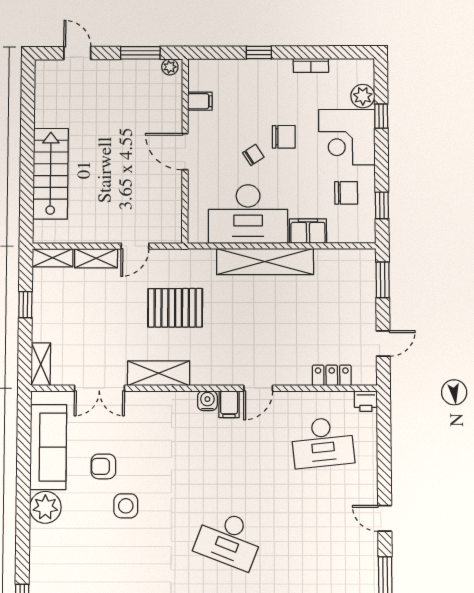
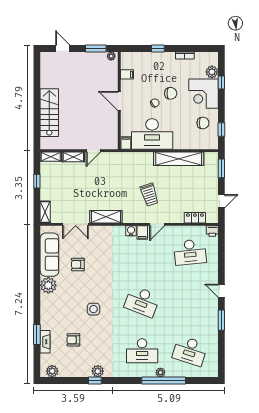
filing cabinet: (308, 231) -> (126, 143), moved, width x0.50
shelving: (265, 262) -> (179, 159), moved
pallet: (175, 308) -> (114, 183), removed
trolley: (243, 331) -> (149, 195), added
side table: (126, 506) -> (94, 309), moved

